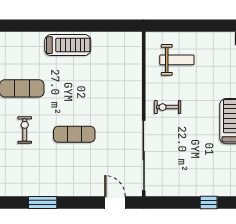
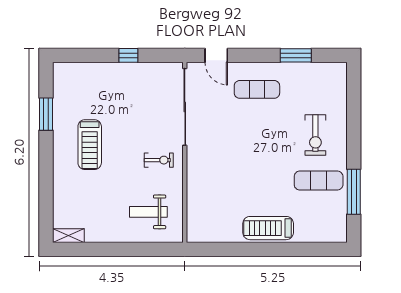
exercise bike: (25, 130) -> (315, 135), width x1.38, depth x1.39
exercise mat: (74, 134) -> (257, 89), moved
window: (209, 203) -> (128, 55), moved

